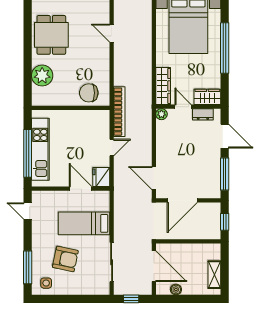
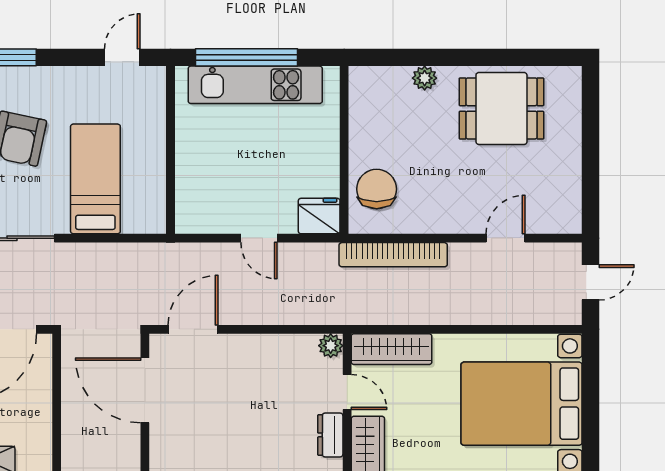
plant: (42, 75) -> (425, 78), width x0.53, depth x0.53
door: (183, 107) -> (347, 392), hinge flipped
bookcase: (119, 112) -> (393, 255), moved
fridge: (101, 177) -> (319, 216), moved
door: (80, 189) -> (171, 171), removed

